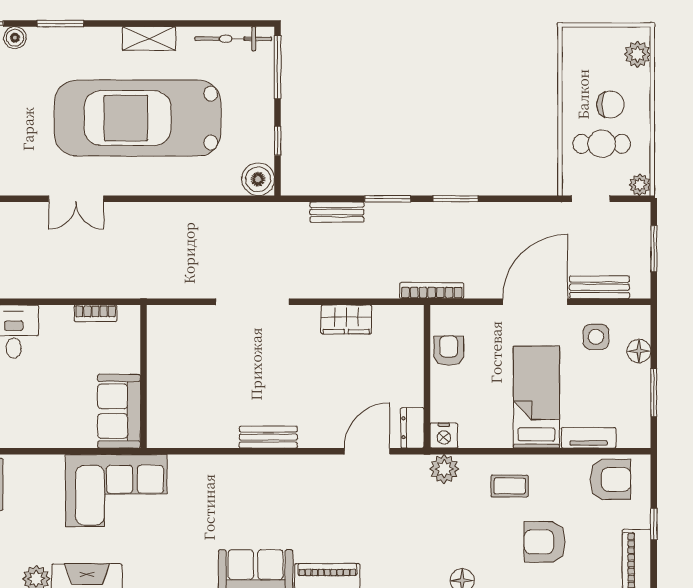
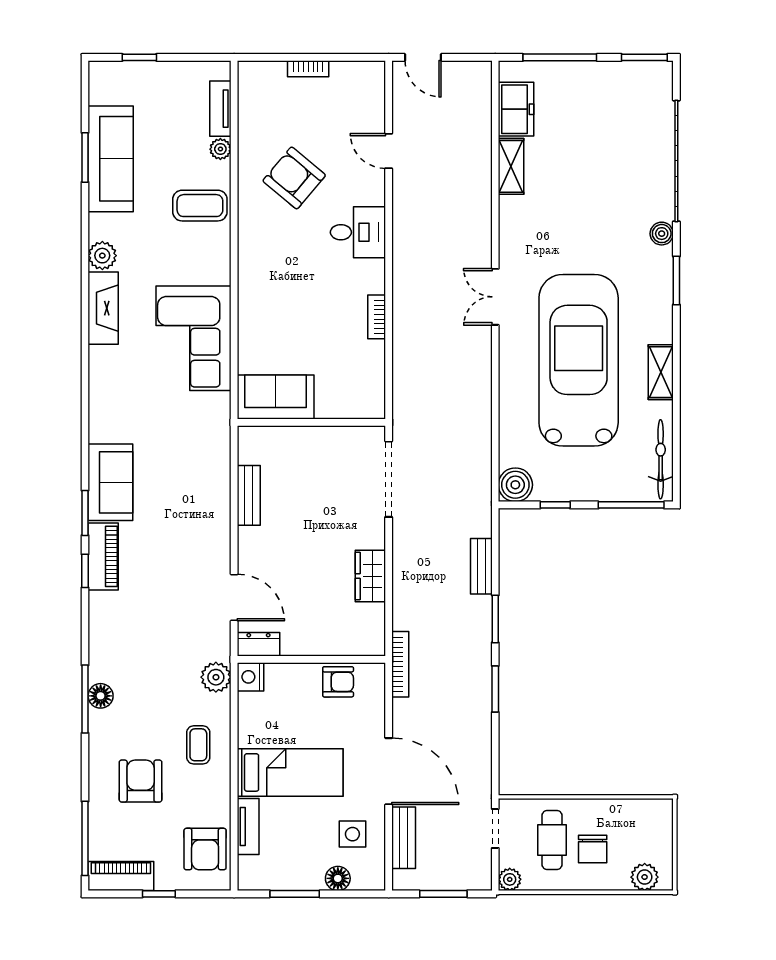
wall: (143, 377) -> (311, 422), moved
sofa: (119, 411) -> (276, 397), moved

